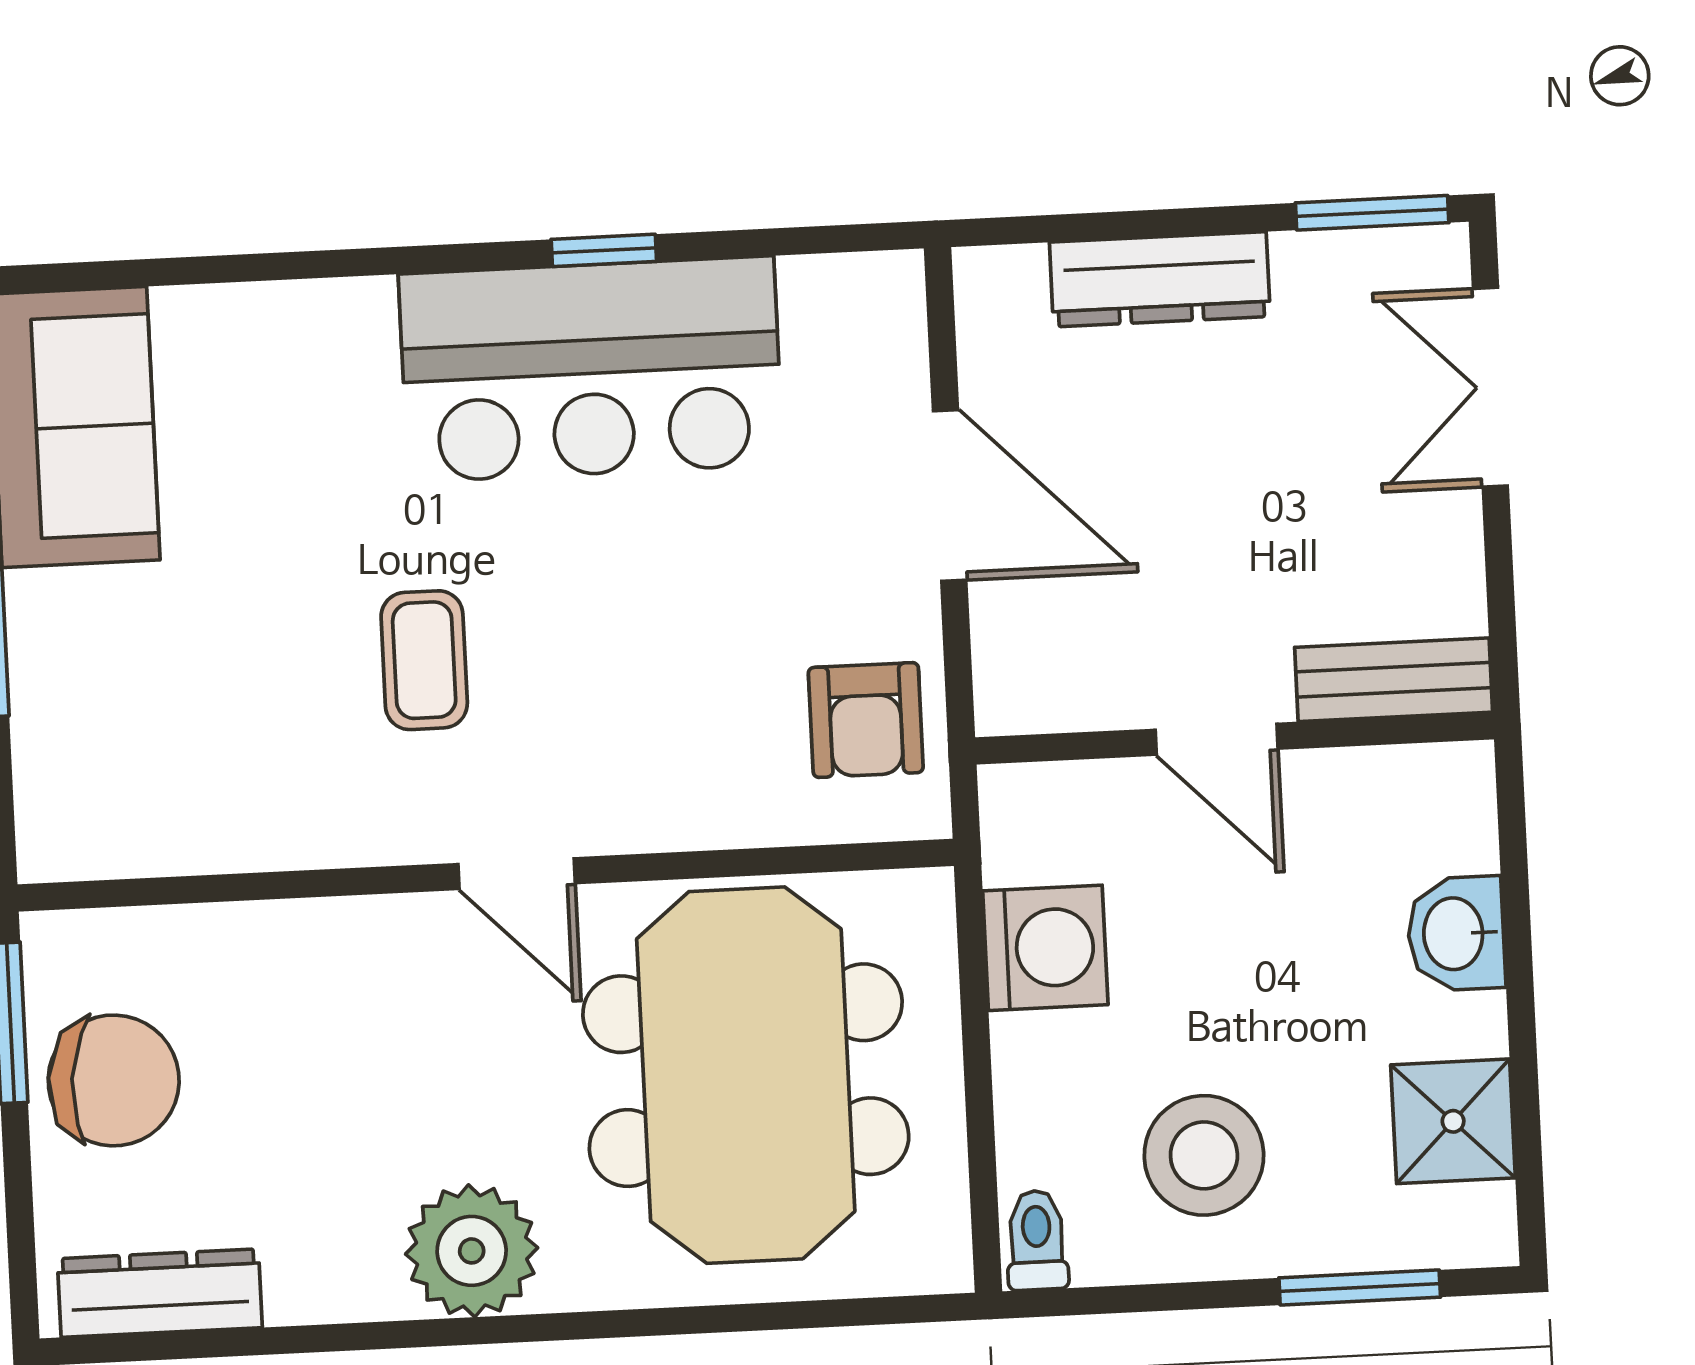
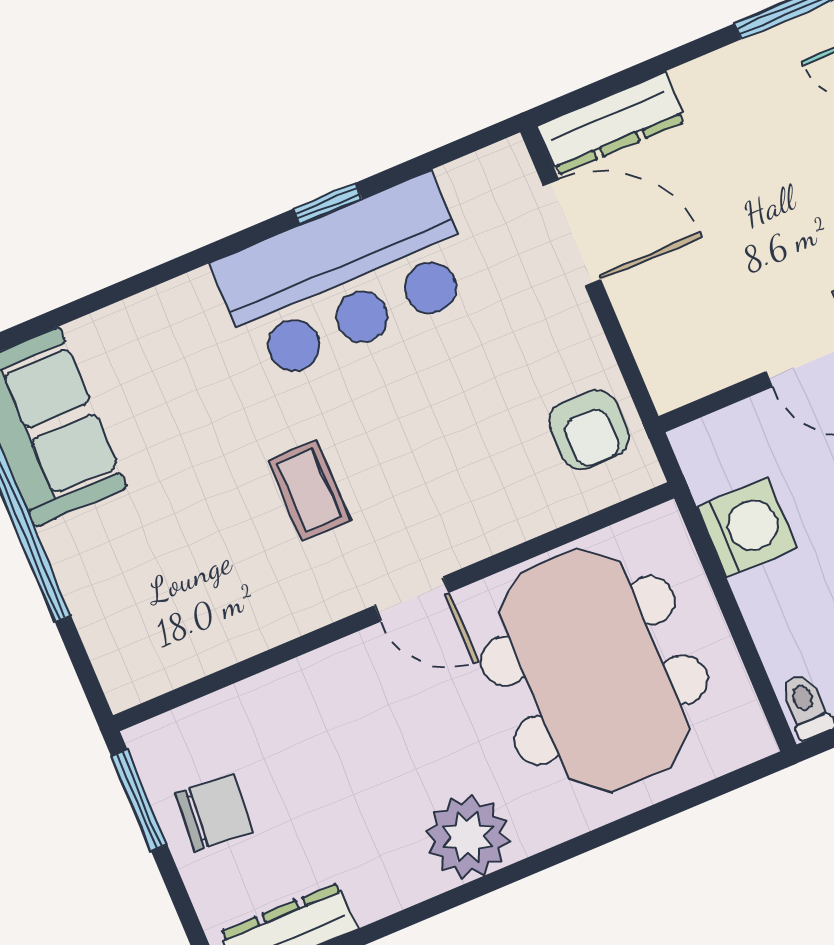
dresser: (1160, 279) -> (611, 124), moved
door: (950, 496) -> (572, 233), moved
chair: (114, 1080) -> (214, 812), width x0.73, depth x0.73

